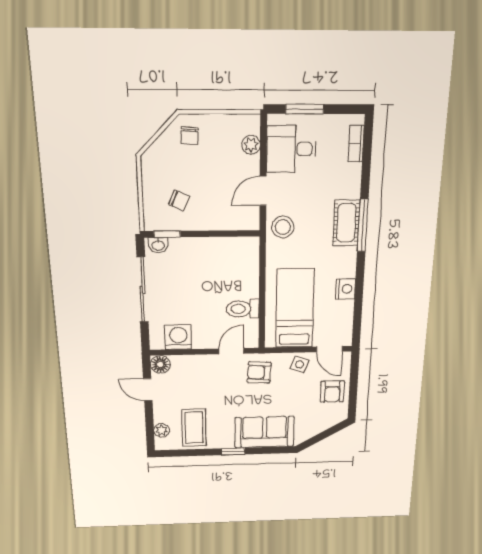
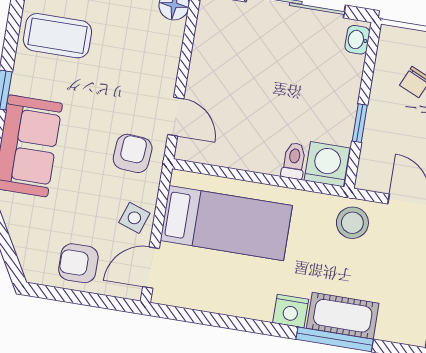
window: (167, 234) -> (360, 123), moved
nightstand: (345, 289) -> (291, 311), moved
toilet: (243, 309) -> (294, 161), moved, width x0.73, depth x0.72
washing machine: (178, 337) -> (327, 164), moved, turned -90

